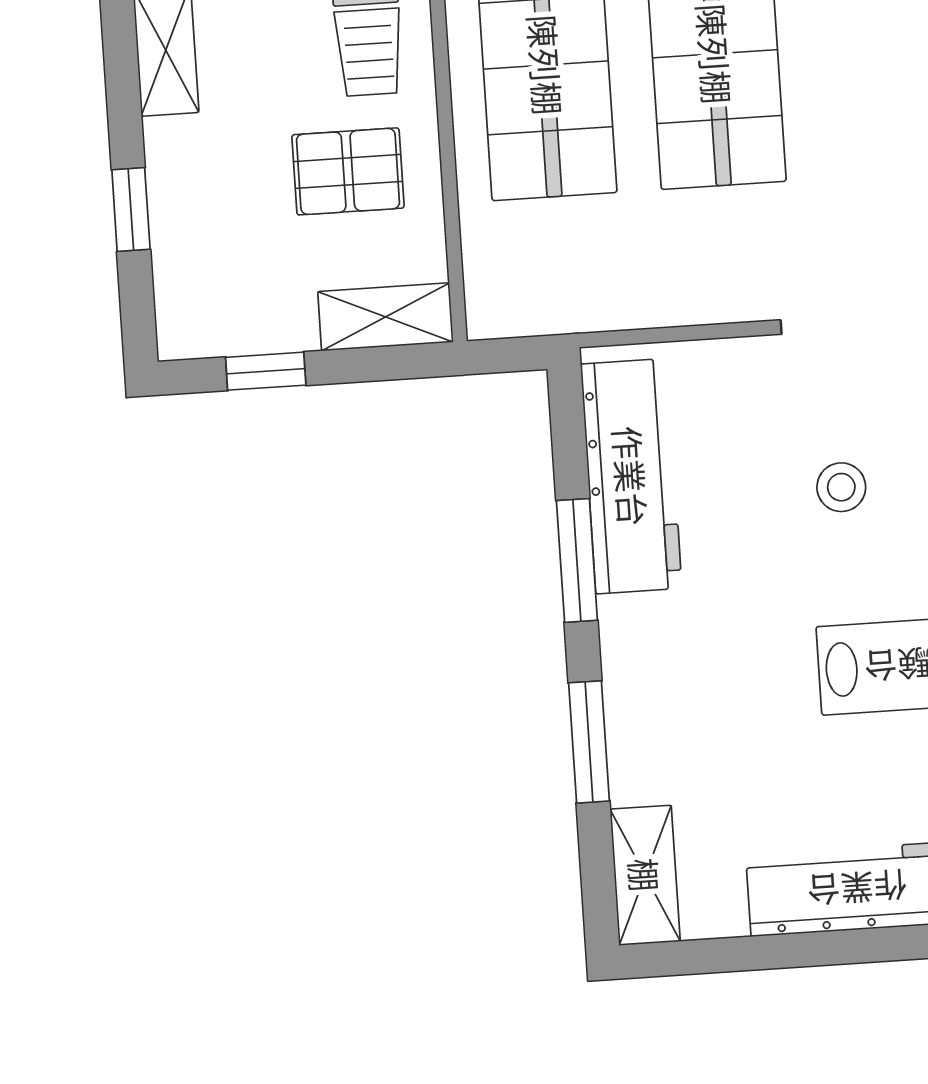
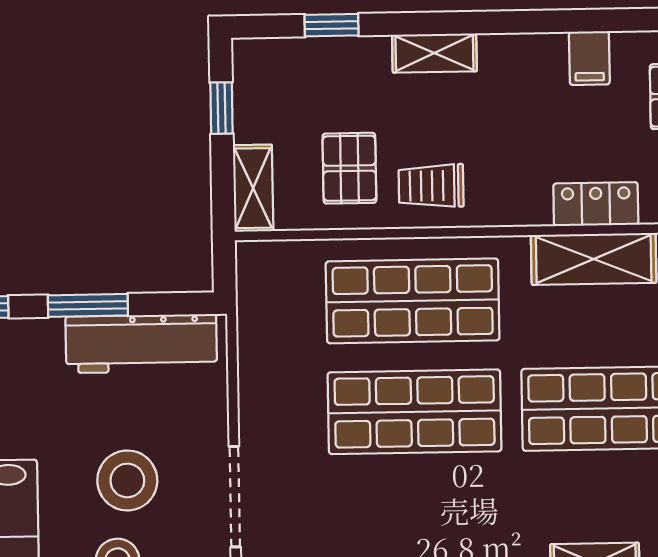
stool: (841, 487) -> (127, 480), width x1.89, depth x1.89

